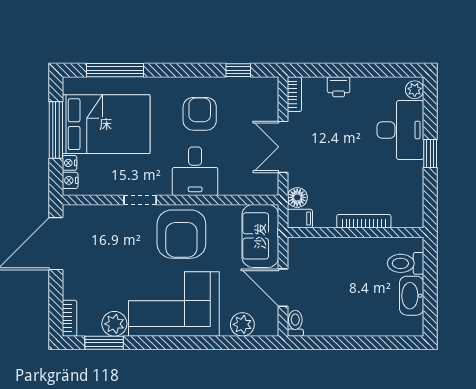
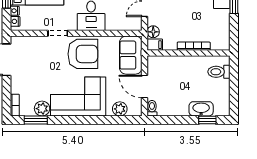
armchair: (181, 234) -> (83, 54), turned -90
washbasin: (412, 296) -> (201, 109), moved, turned 90
window: (386, 343) -> (207, 120), added

